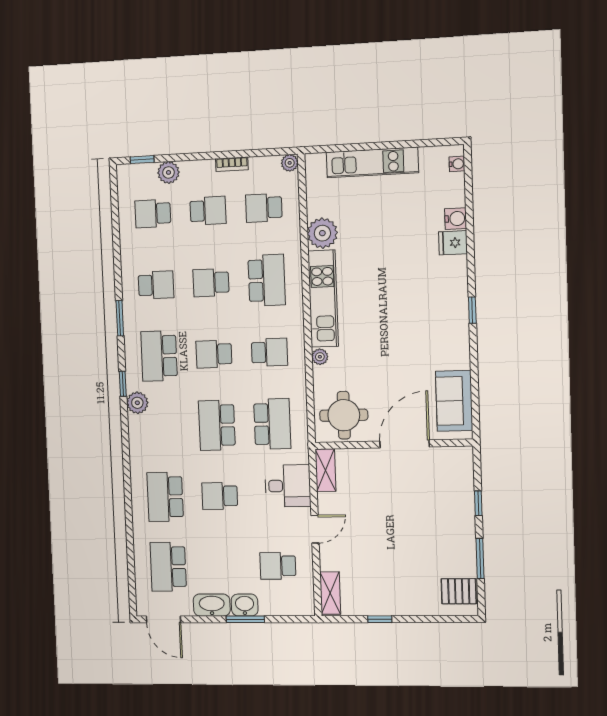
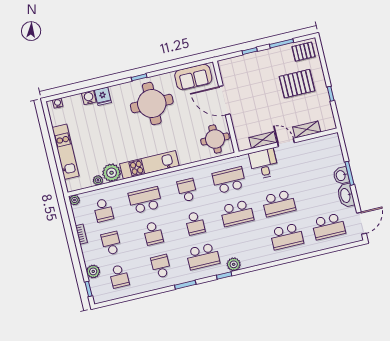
round table: (424, 323) -> (152, 104), added
plant: (320, 357) -> (98, 180), moved
shelving: (326, 470) -> (263, 140), moved
school desk: (220, 496) -> (279, 203), width x1.85
school desk: (278, 566) -> (313, 160), removed
pallet: (408, 569) -> (297, 84), added
pallet: (459, 591) -> (303, 52), turned 90
shelving: (330, 593) -> (307, 130), moved

